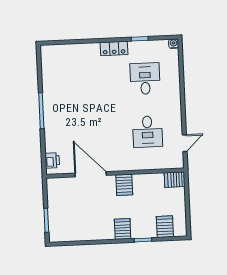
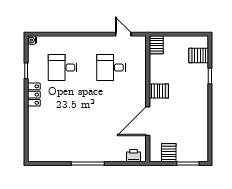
desk: (147, 132) -> (111, 67), turned 180
server rack: (123, 229) -> (169, 153), moved, turned 90

